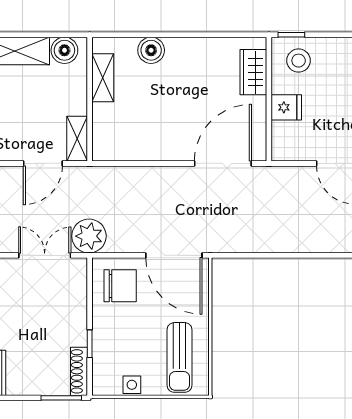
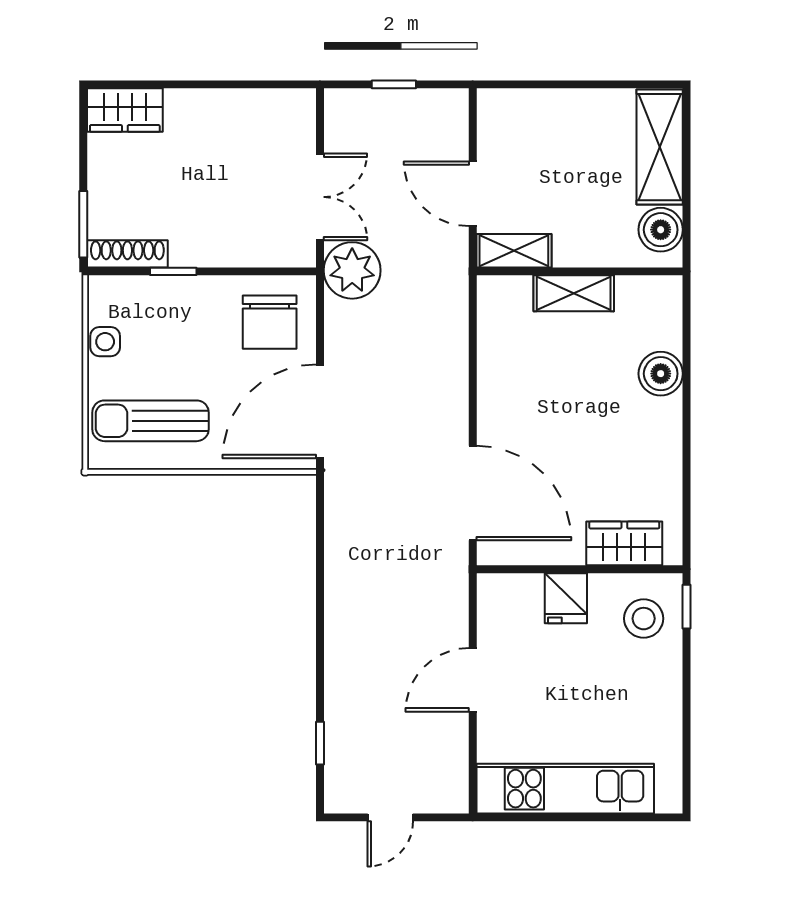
shelving: (103, 78) -> (574, 293), moved

